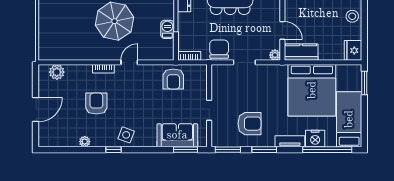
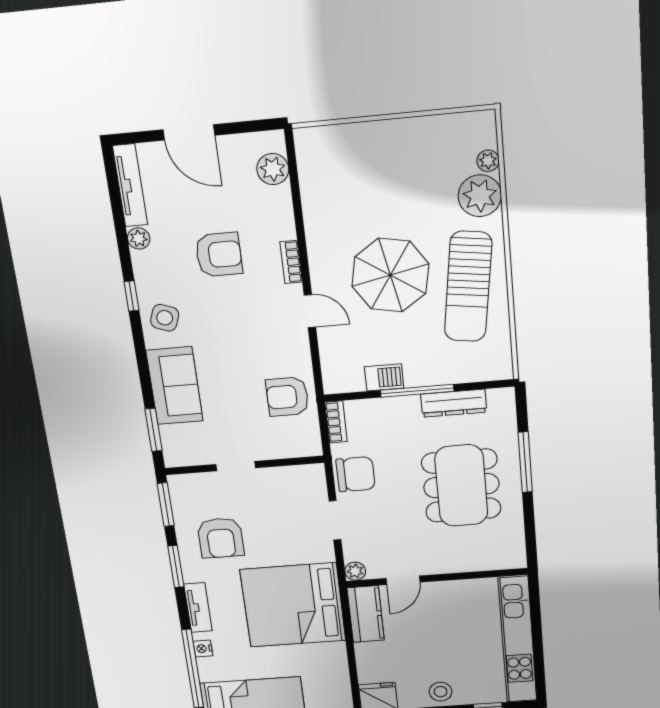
bed: (312, 90) -> (293, 605), moved
sofa: (177, 135) -> (175, 386), moved
nightstand: (315, 139) -> (203, 649), width x0.53, depth x0.56
tv unit: (58, 142) -> (130, 185), added

